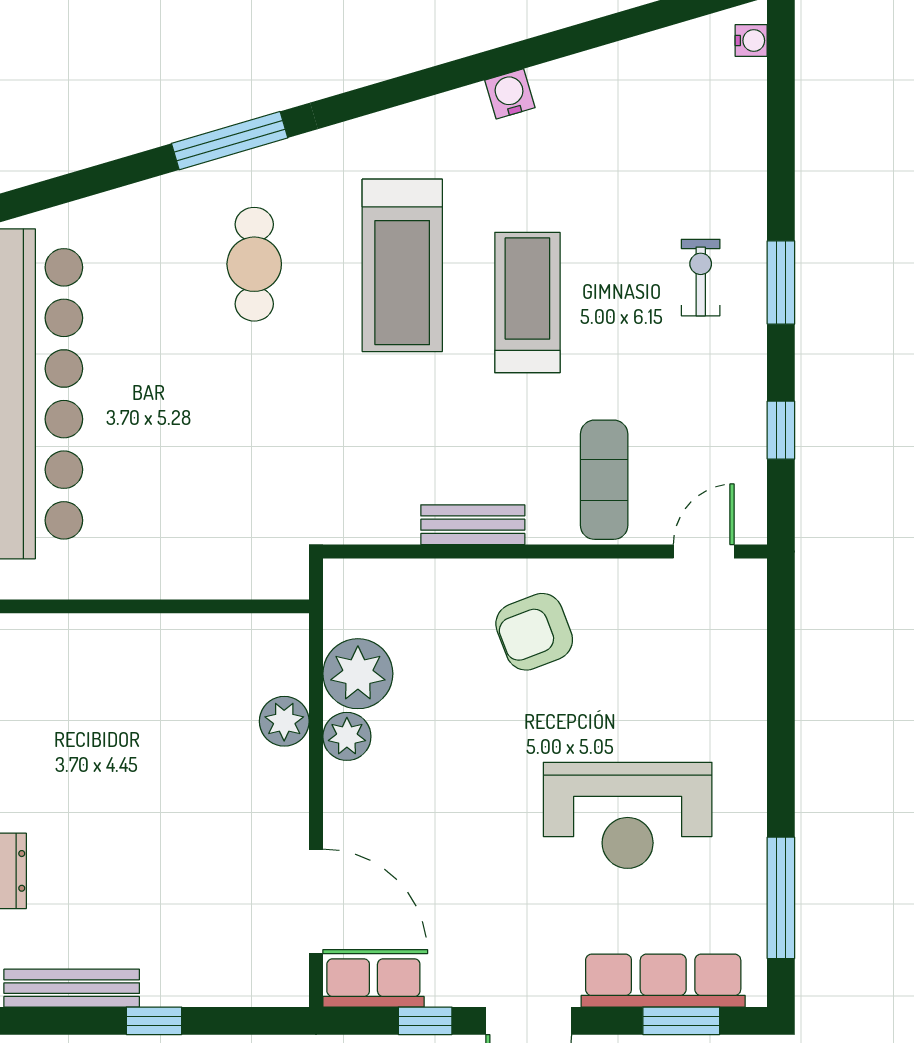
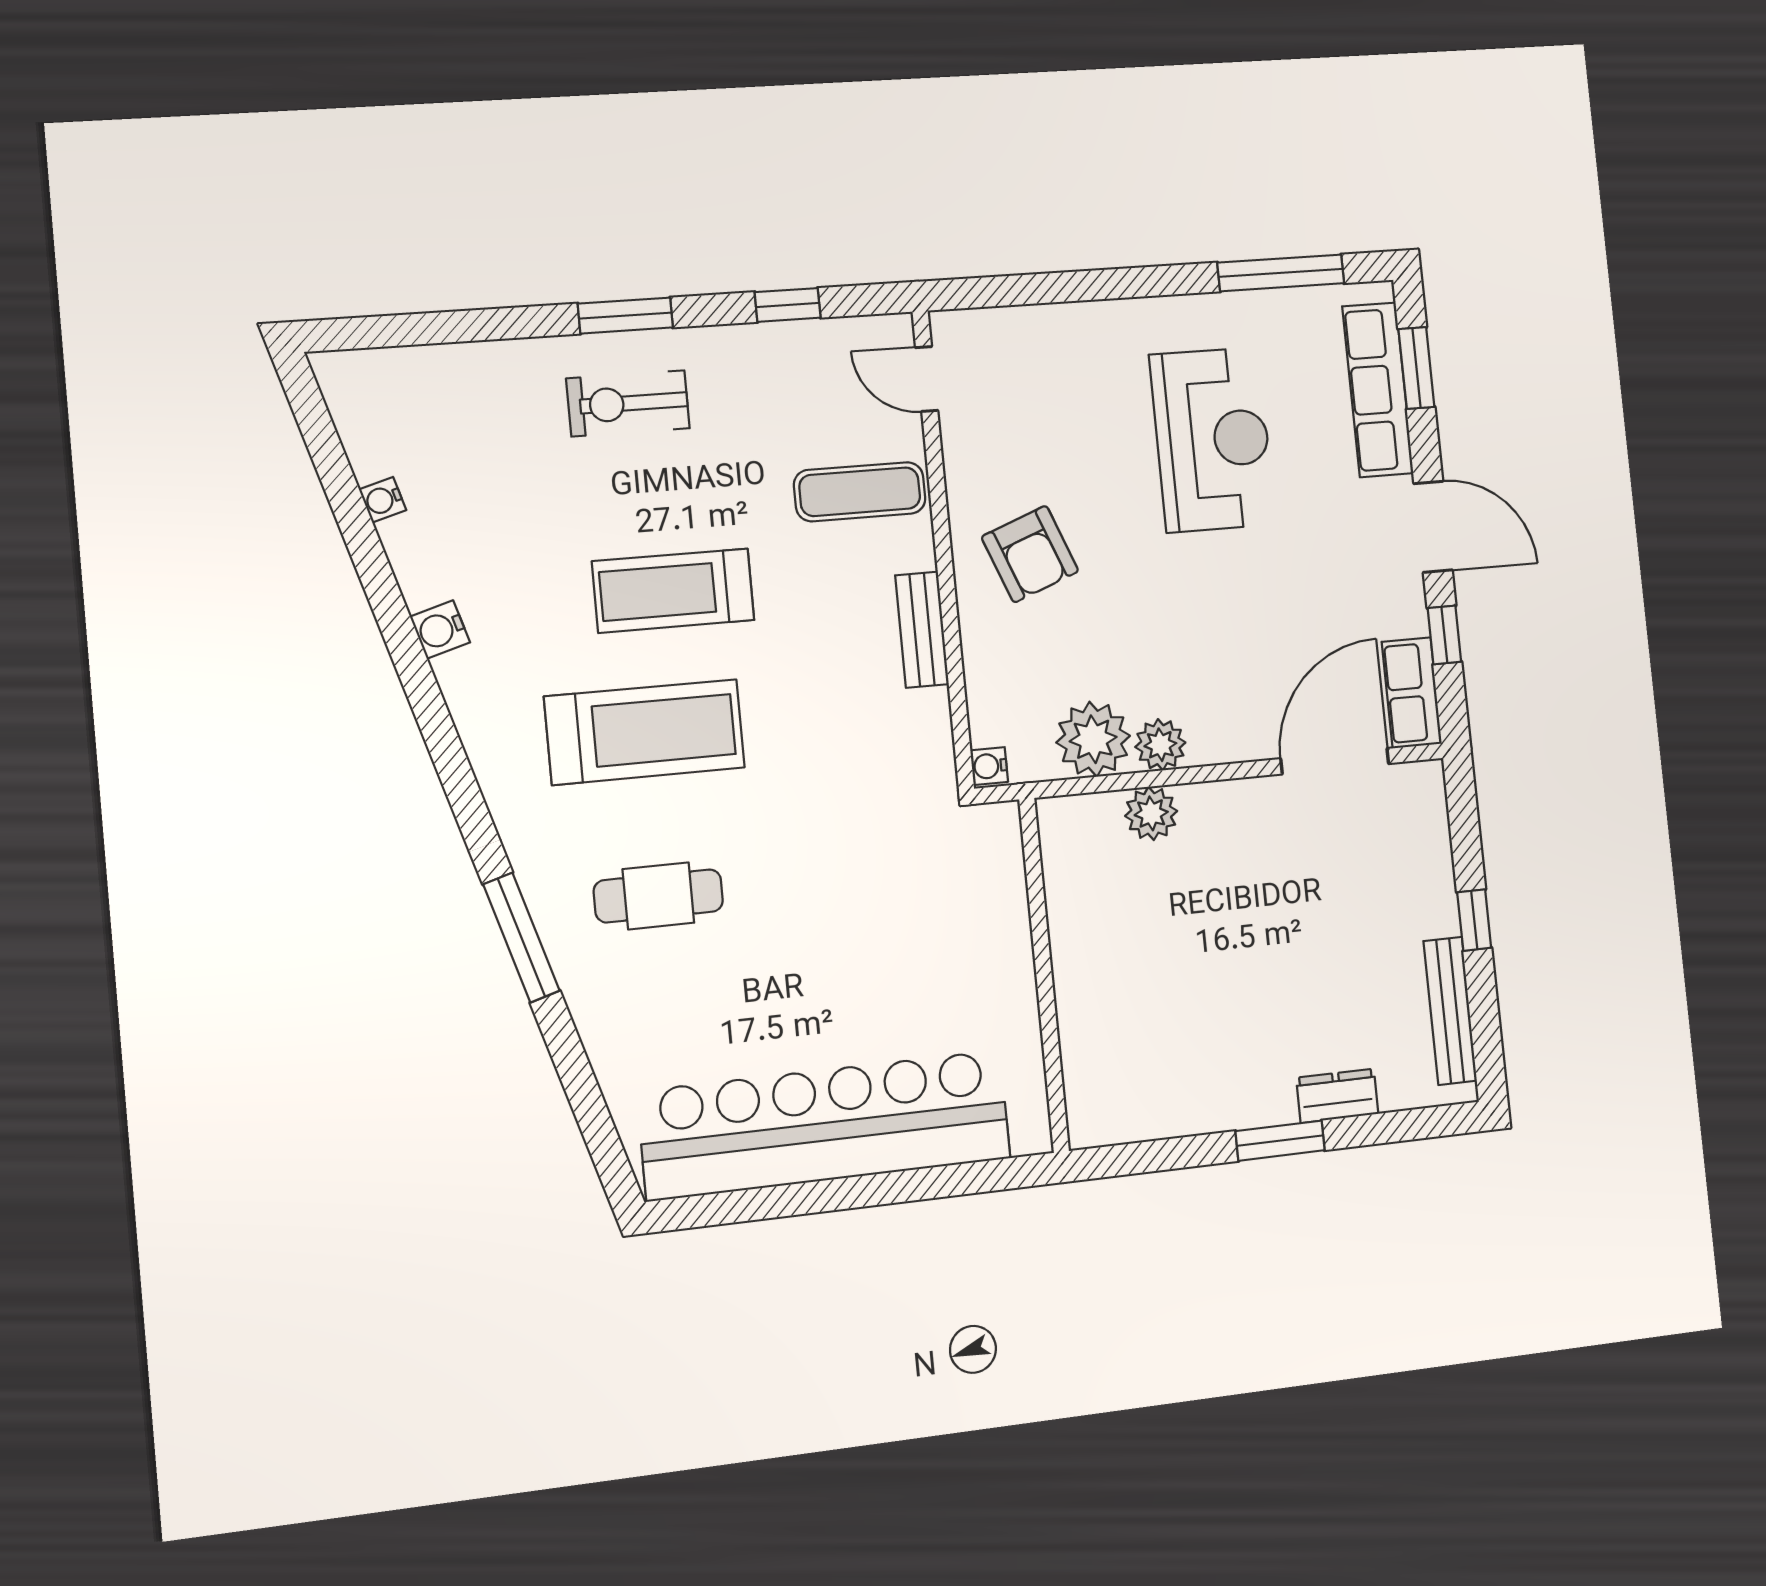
water cooler: (751, 41) -> (383, 500), moved, turned -106
exercise bike: (701, 278) -> (628, 403), width x1.38, depth x1.39
water cooler: (342, 574) -> (989, 766), added

